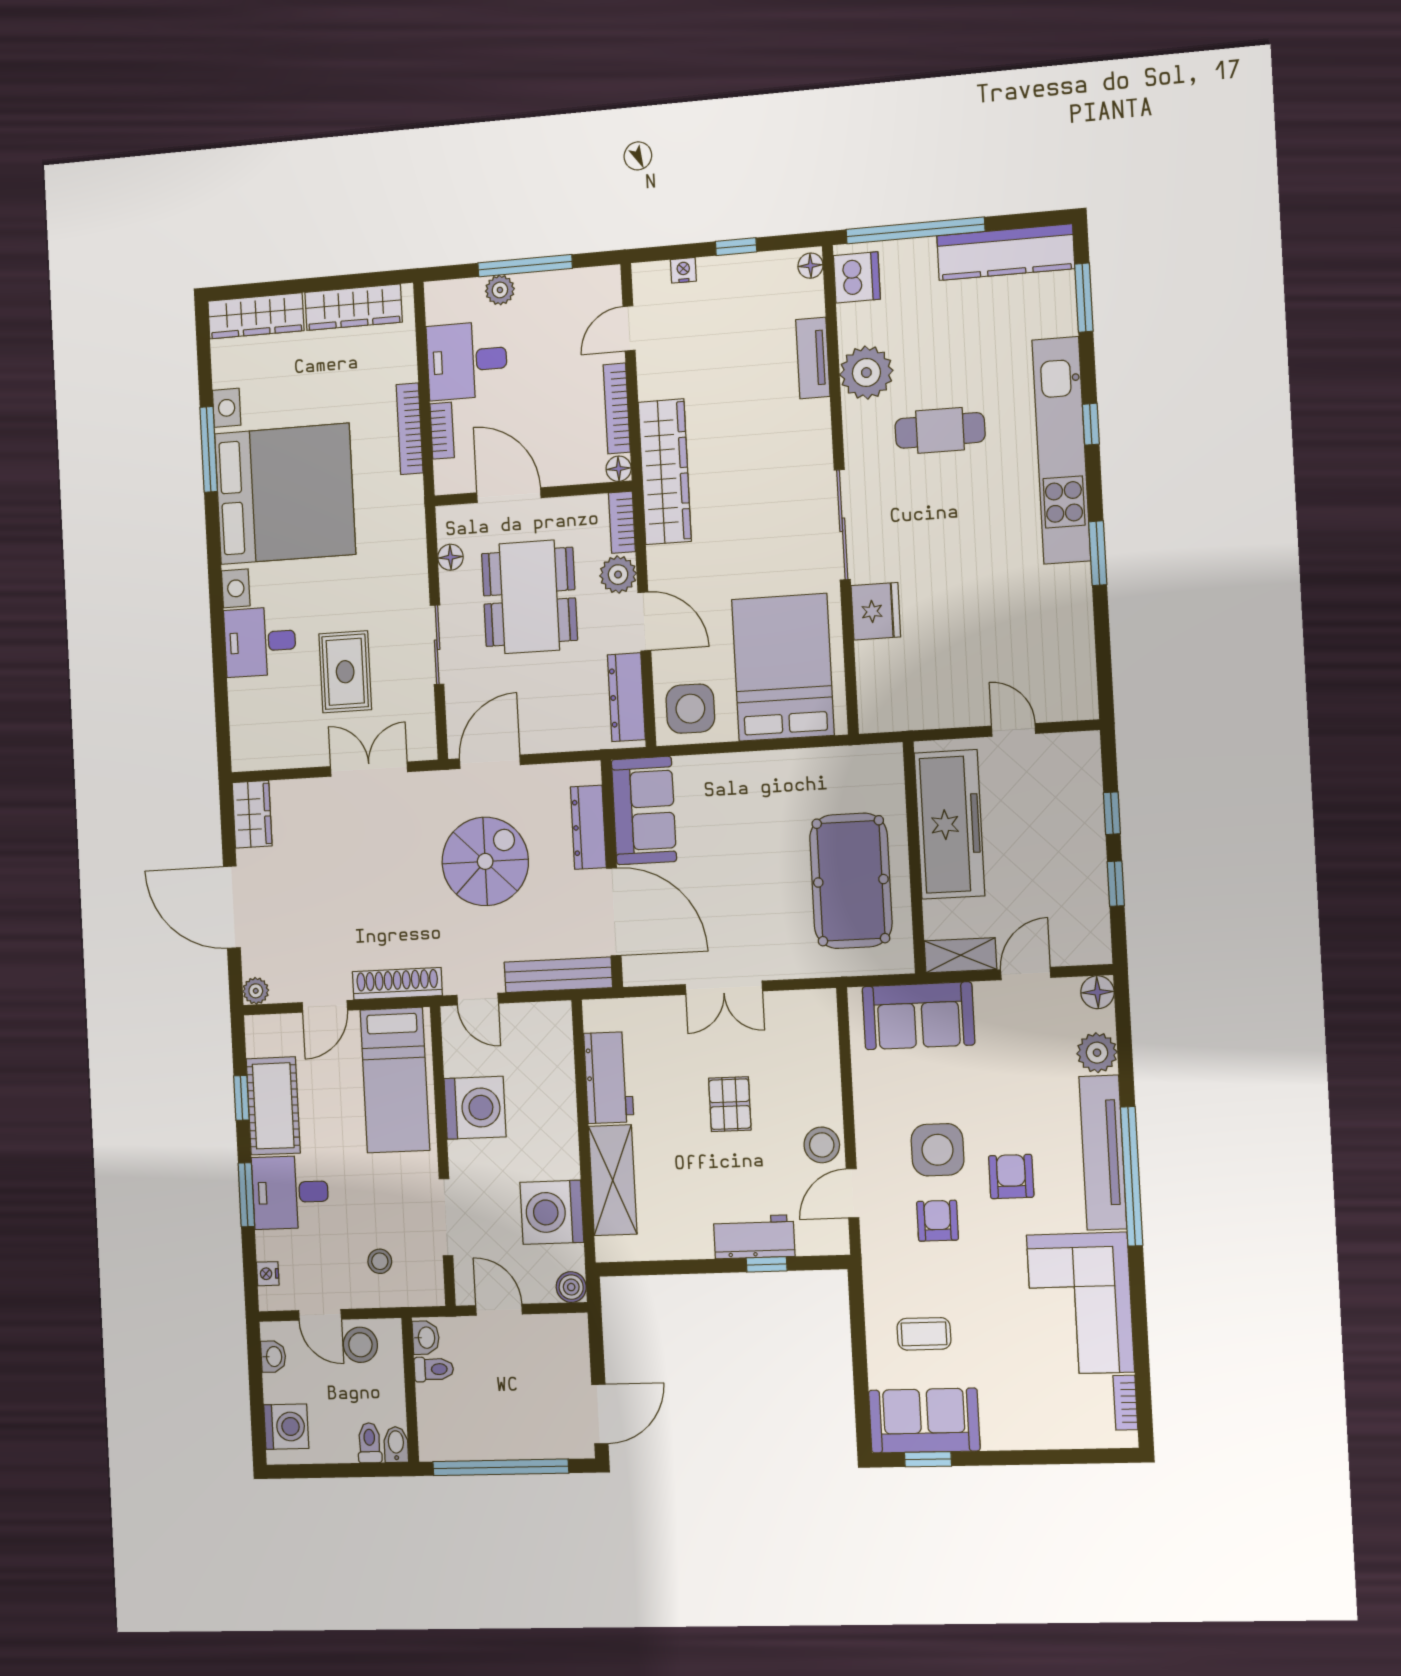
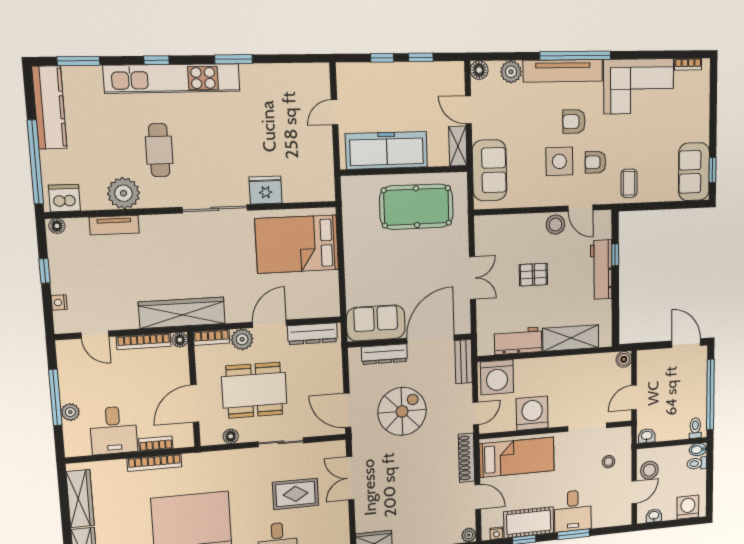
side table: (690, 709) -> (320, 297), removed
spiral stairs: (485, 861) -> (402, 411), turned 90
bench: (558, 975) -> (464, 362), width x0.73
washing machine: (552, 1212) -> (497, 377), moved
workbench: (754, 1237) -> (601, 270), width x1.38
nightstand: (268, 1274) -> (496, 533), moved
coffee table: (924, 1334) -> (629, 183), moved
toilet: (434, 1369) -> (695, 428), moved

